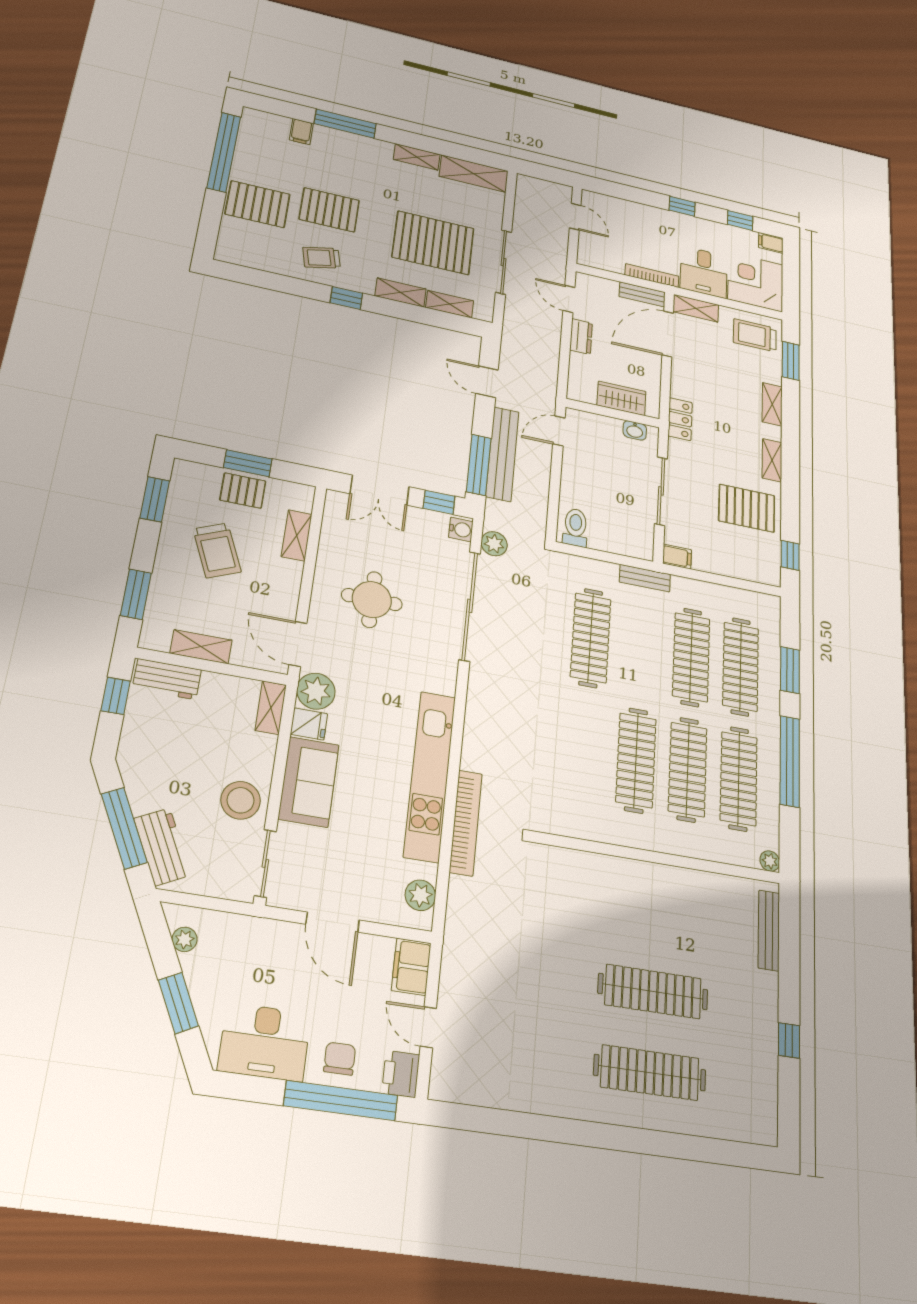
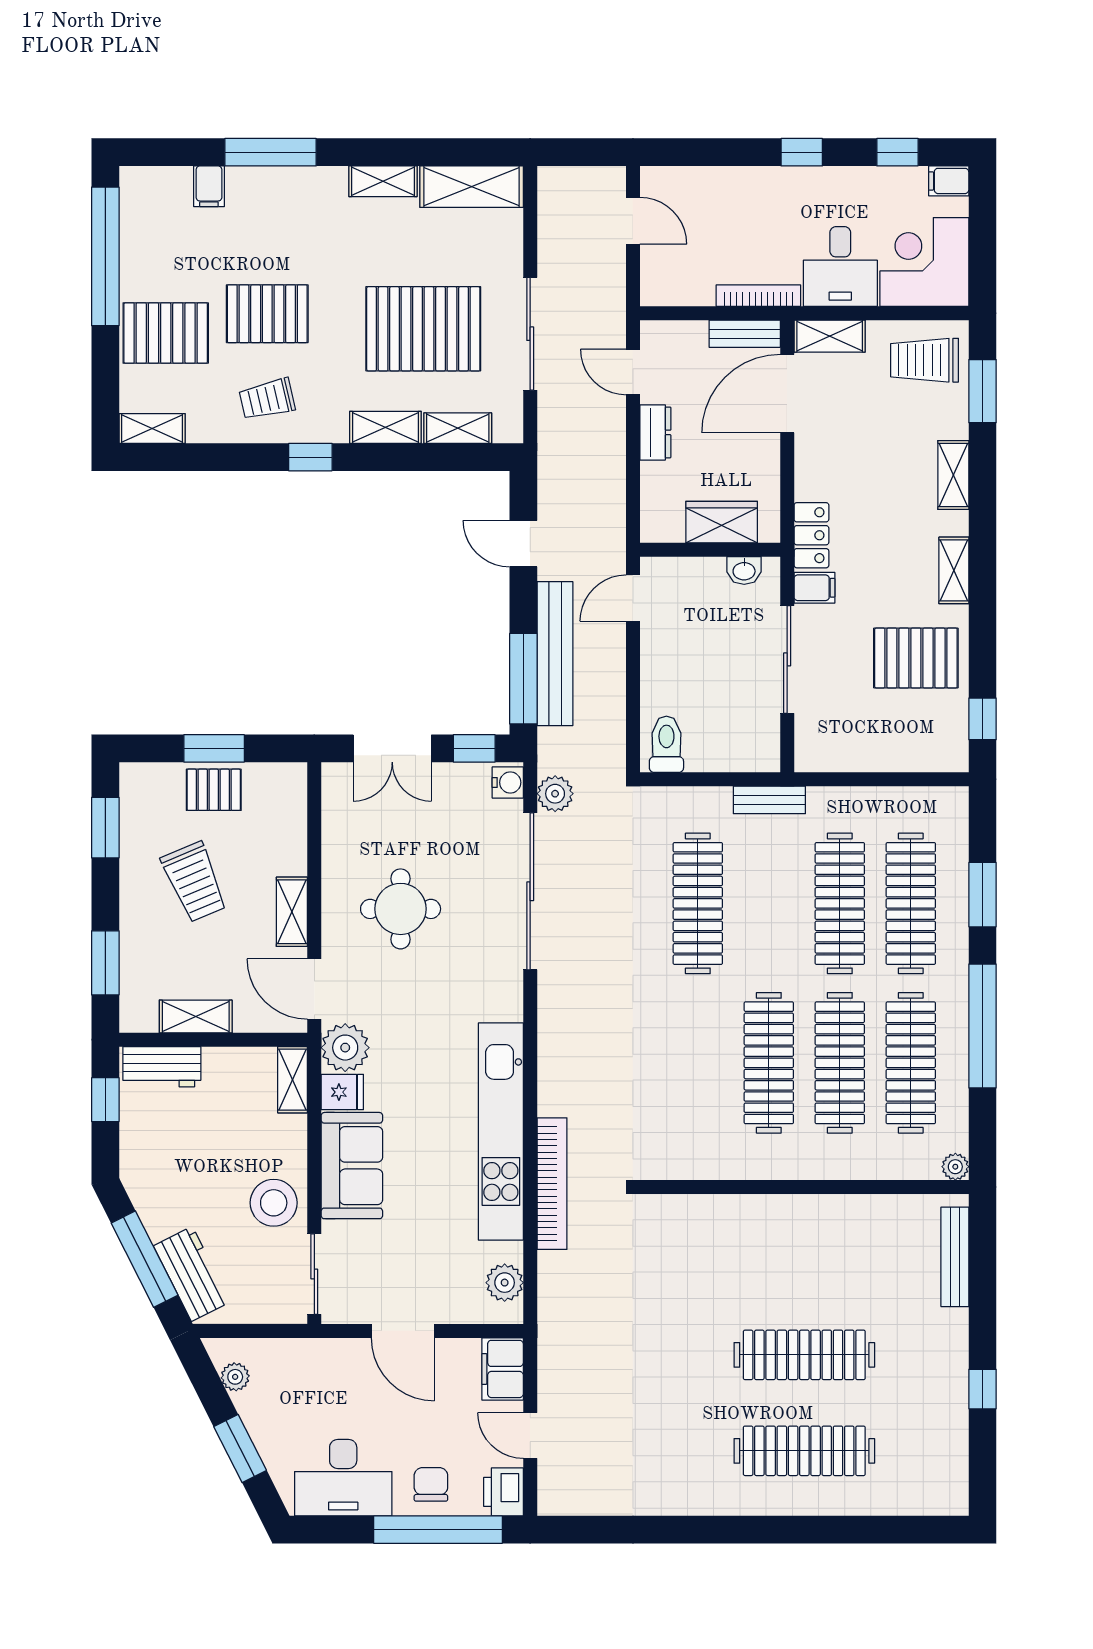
shelving: (238, 256) -> (152, 429), added
shelving: (297, 535) -> (292, 912), moved
filing cabinet: (677, 557) -> (814, 588), moved

